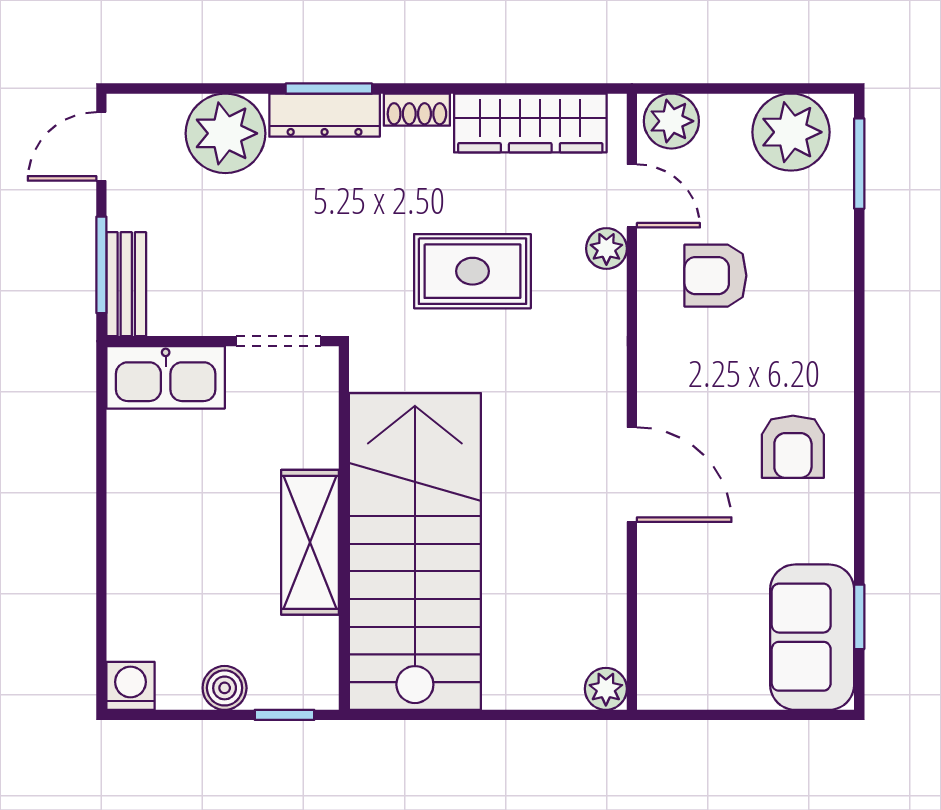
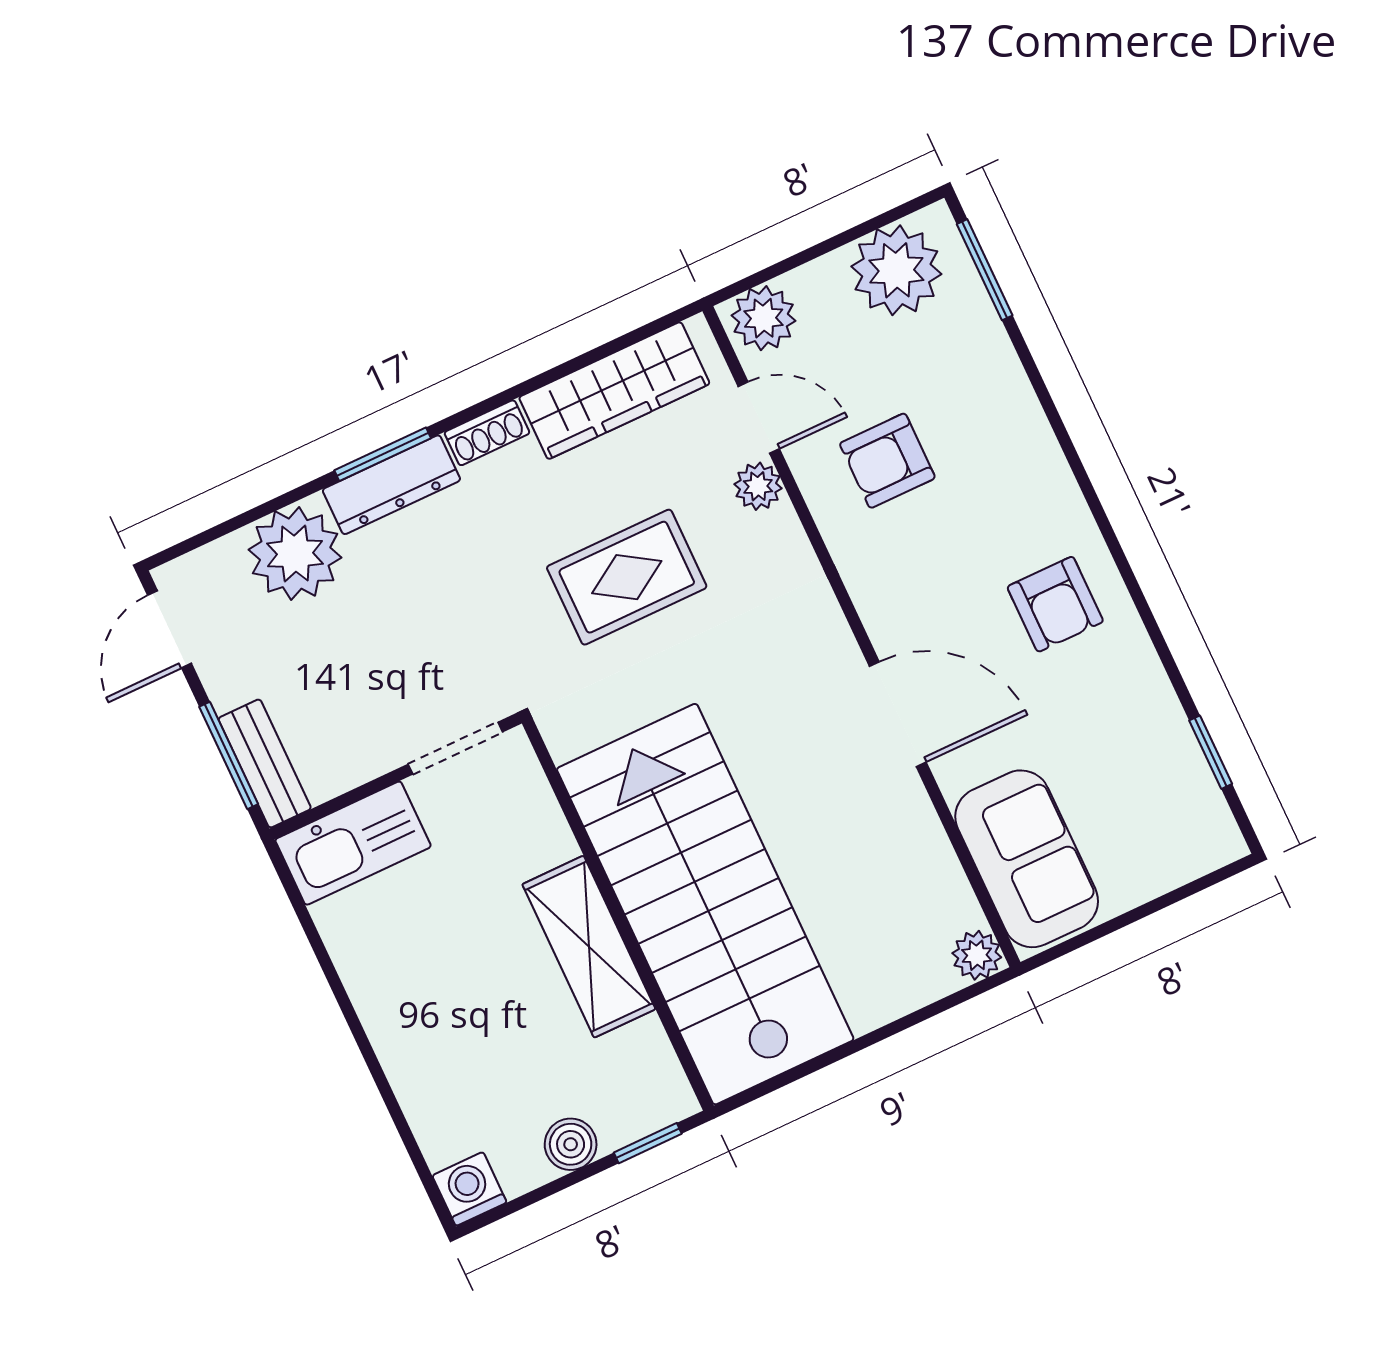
sofa: (812, 637) -> (1027, 859), moved, turned 180

